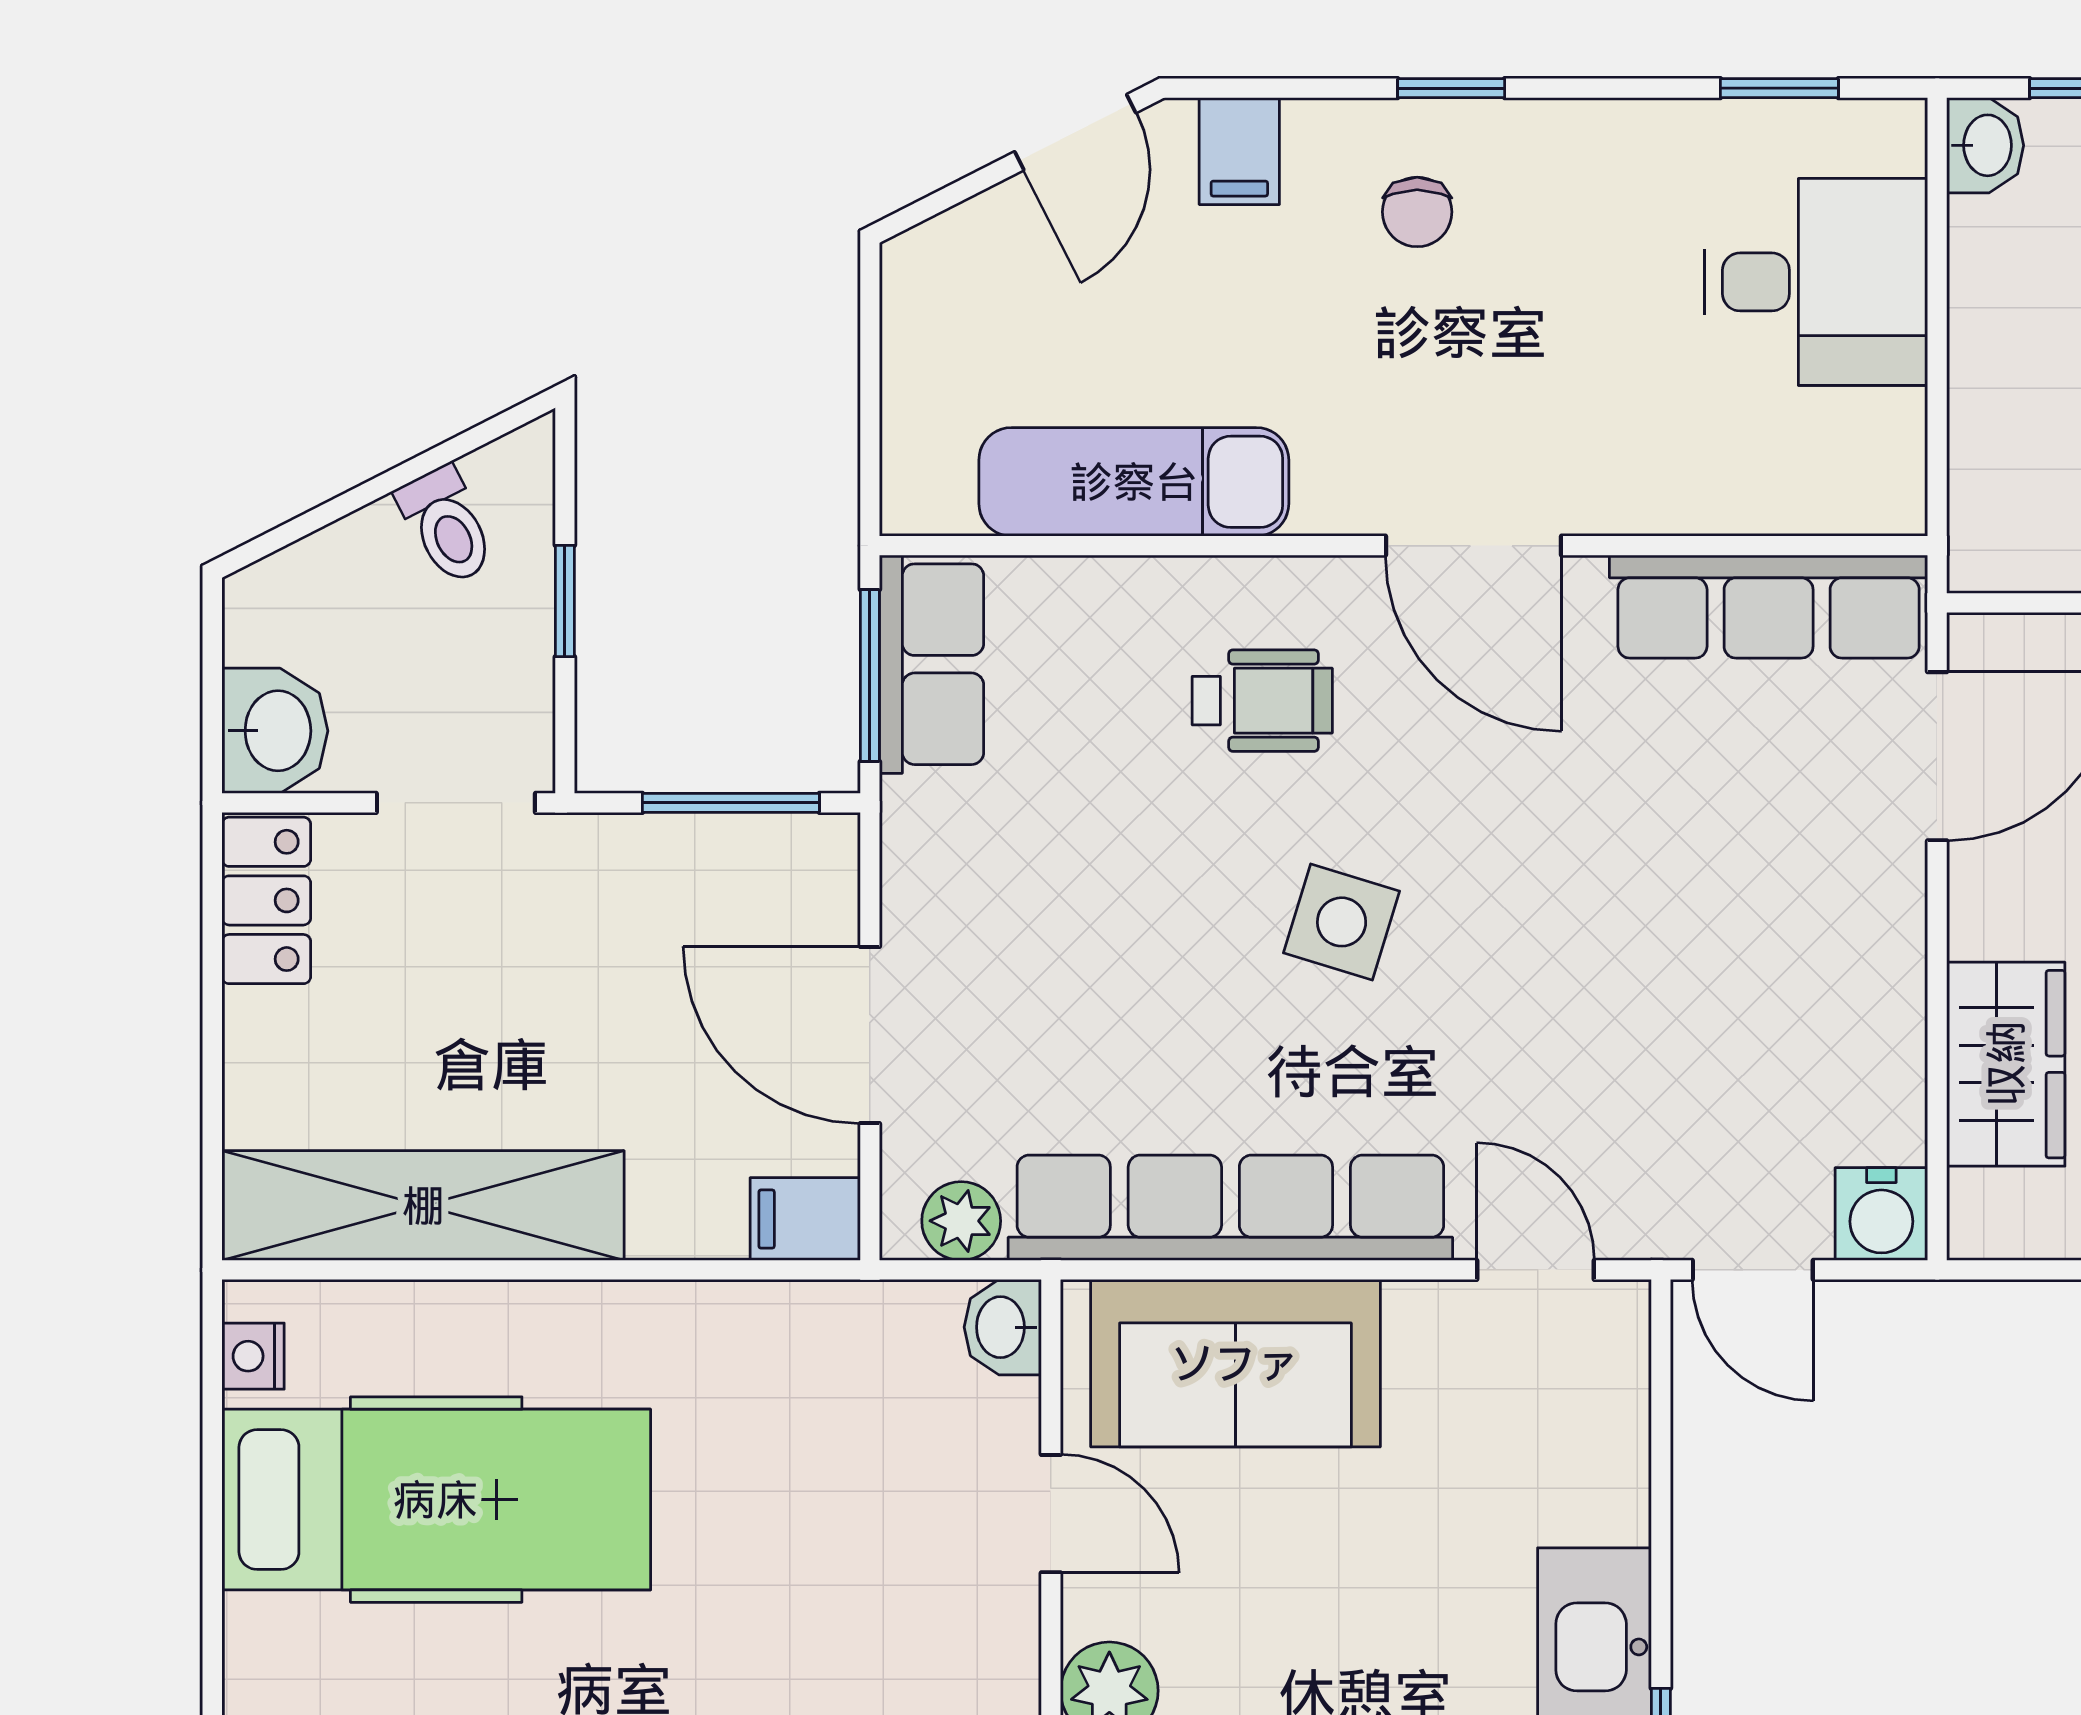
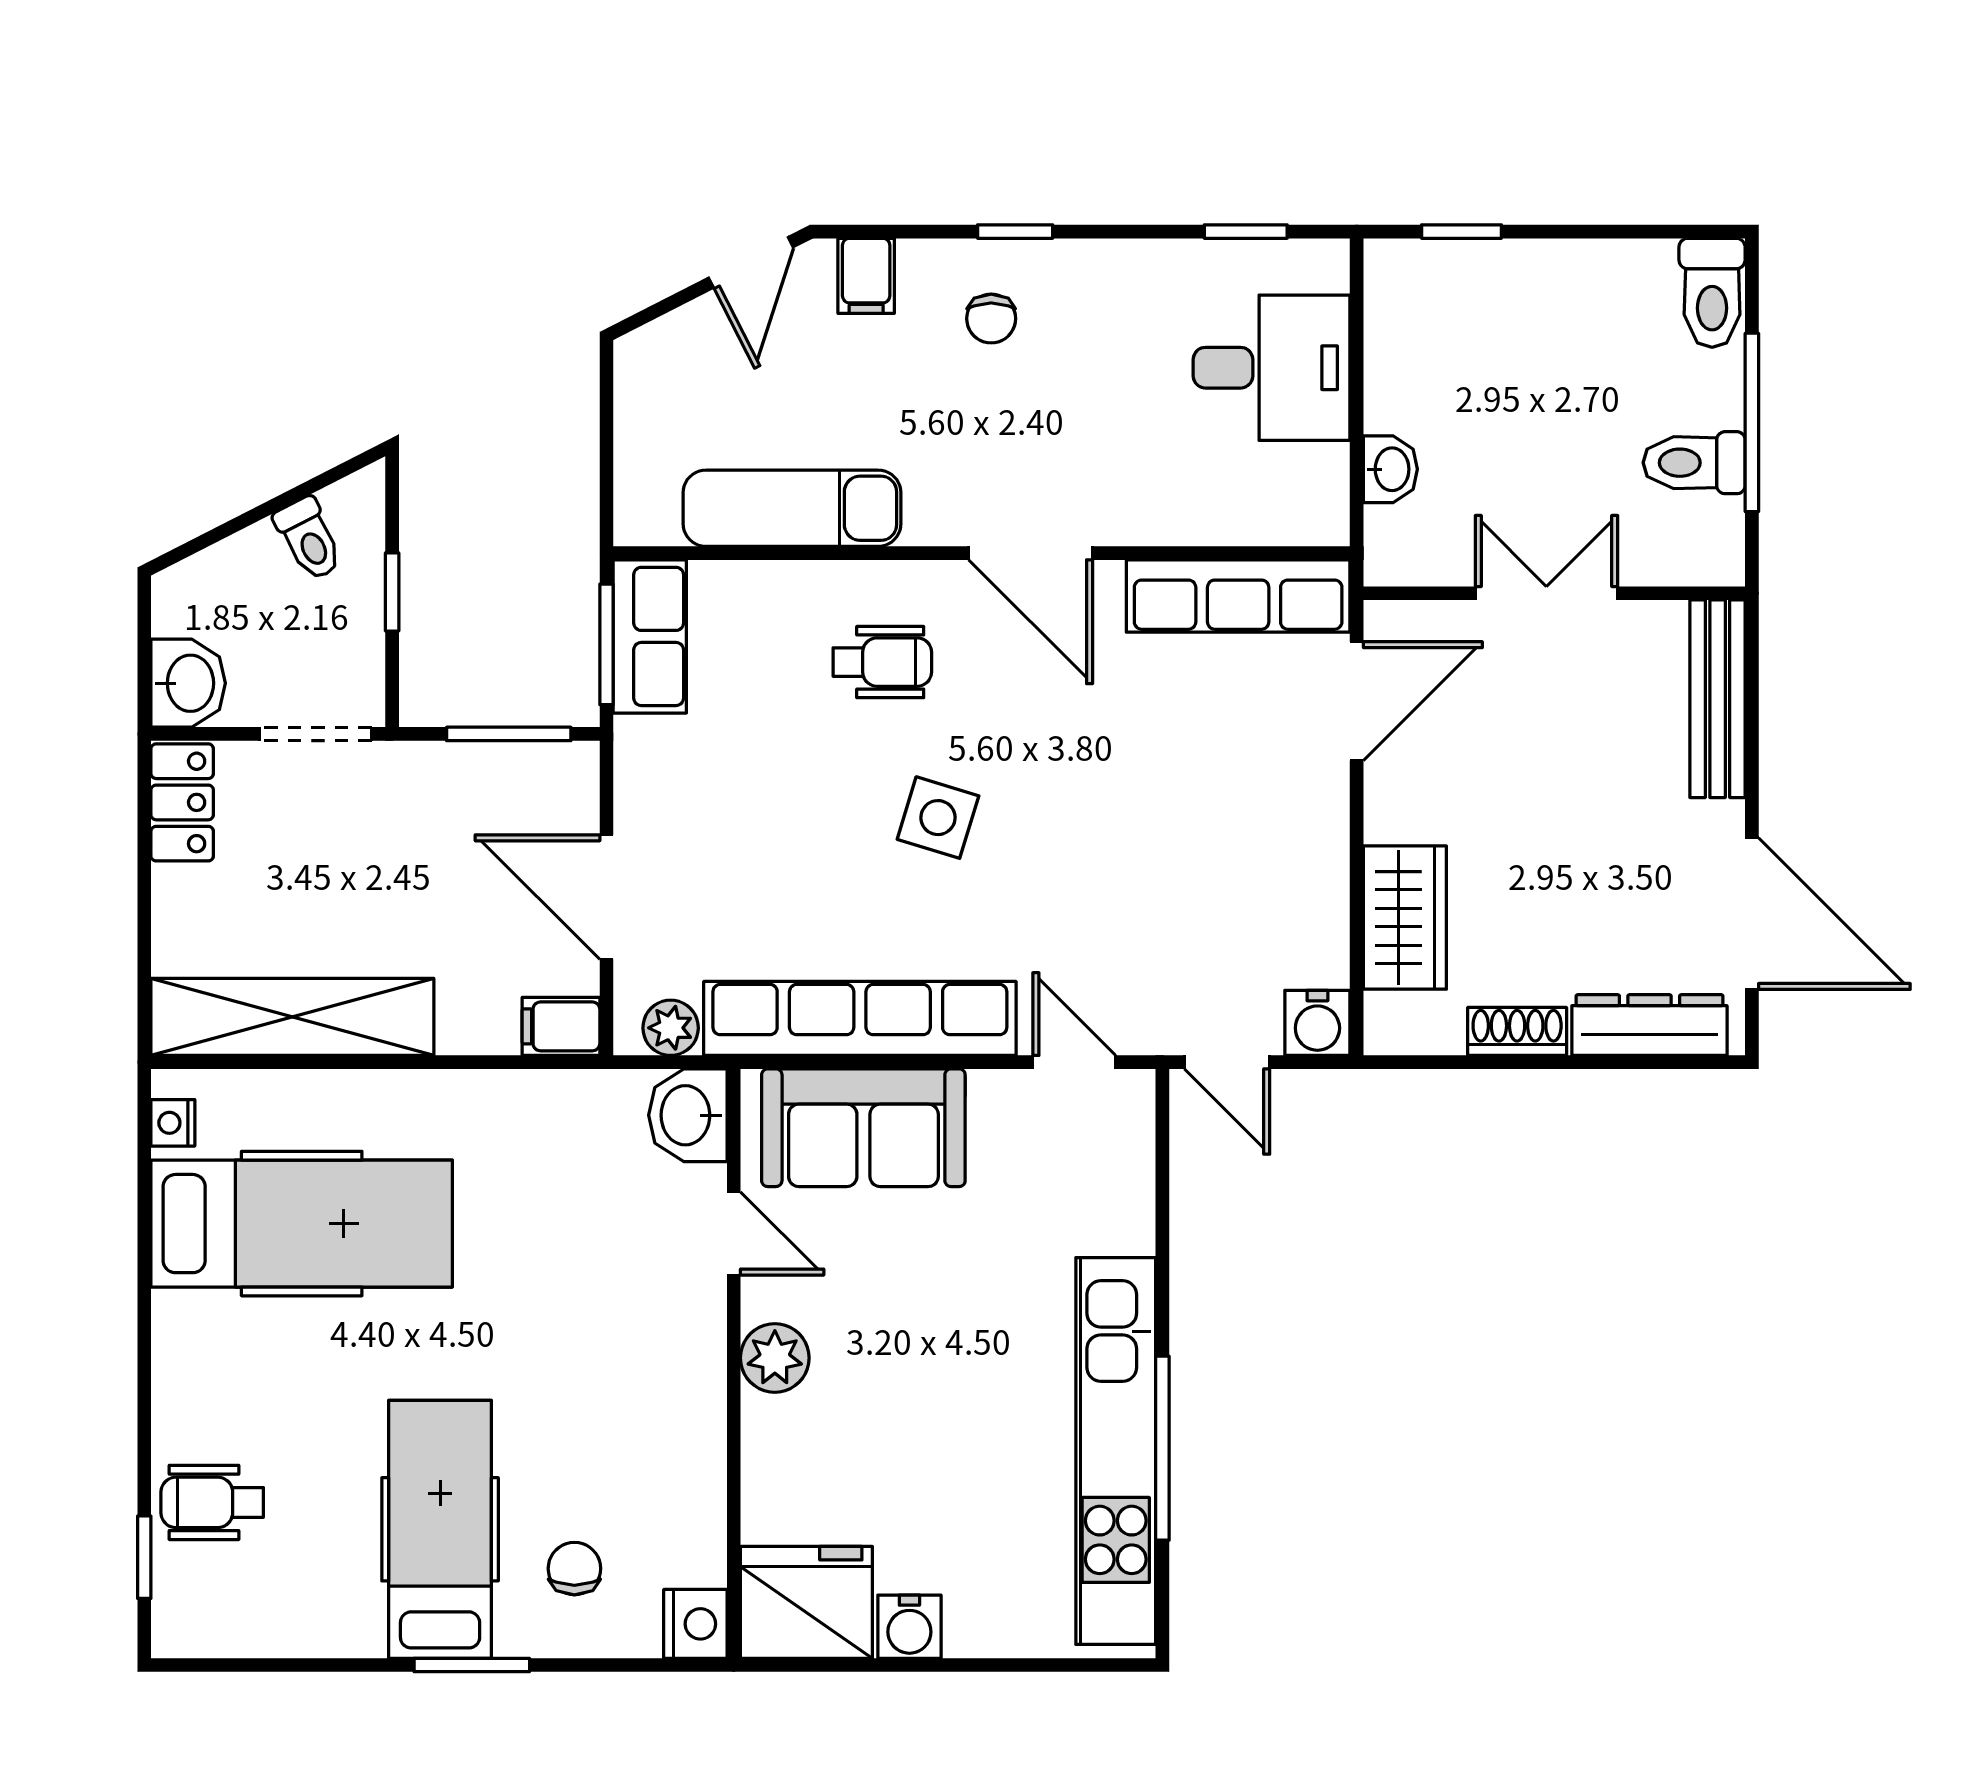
washbasin: (1985, 145) -> (1390, 469), moved
washbasin: (1003, 1327) -> (688, 1115), width x1.38, depth x1.45

